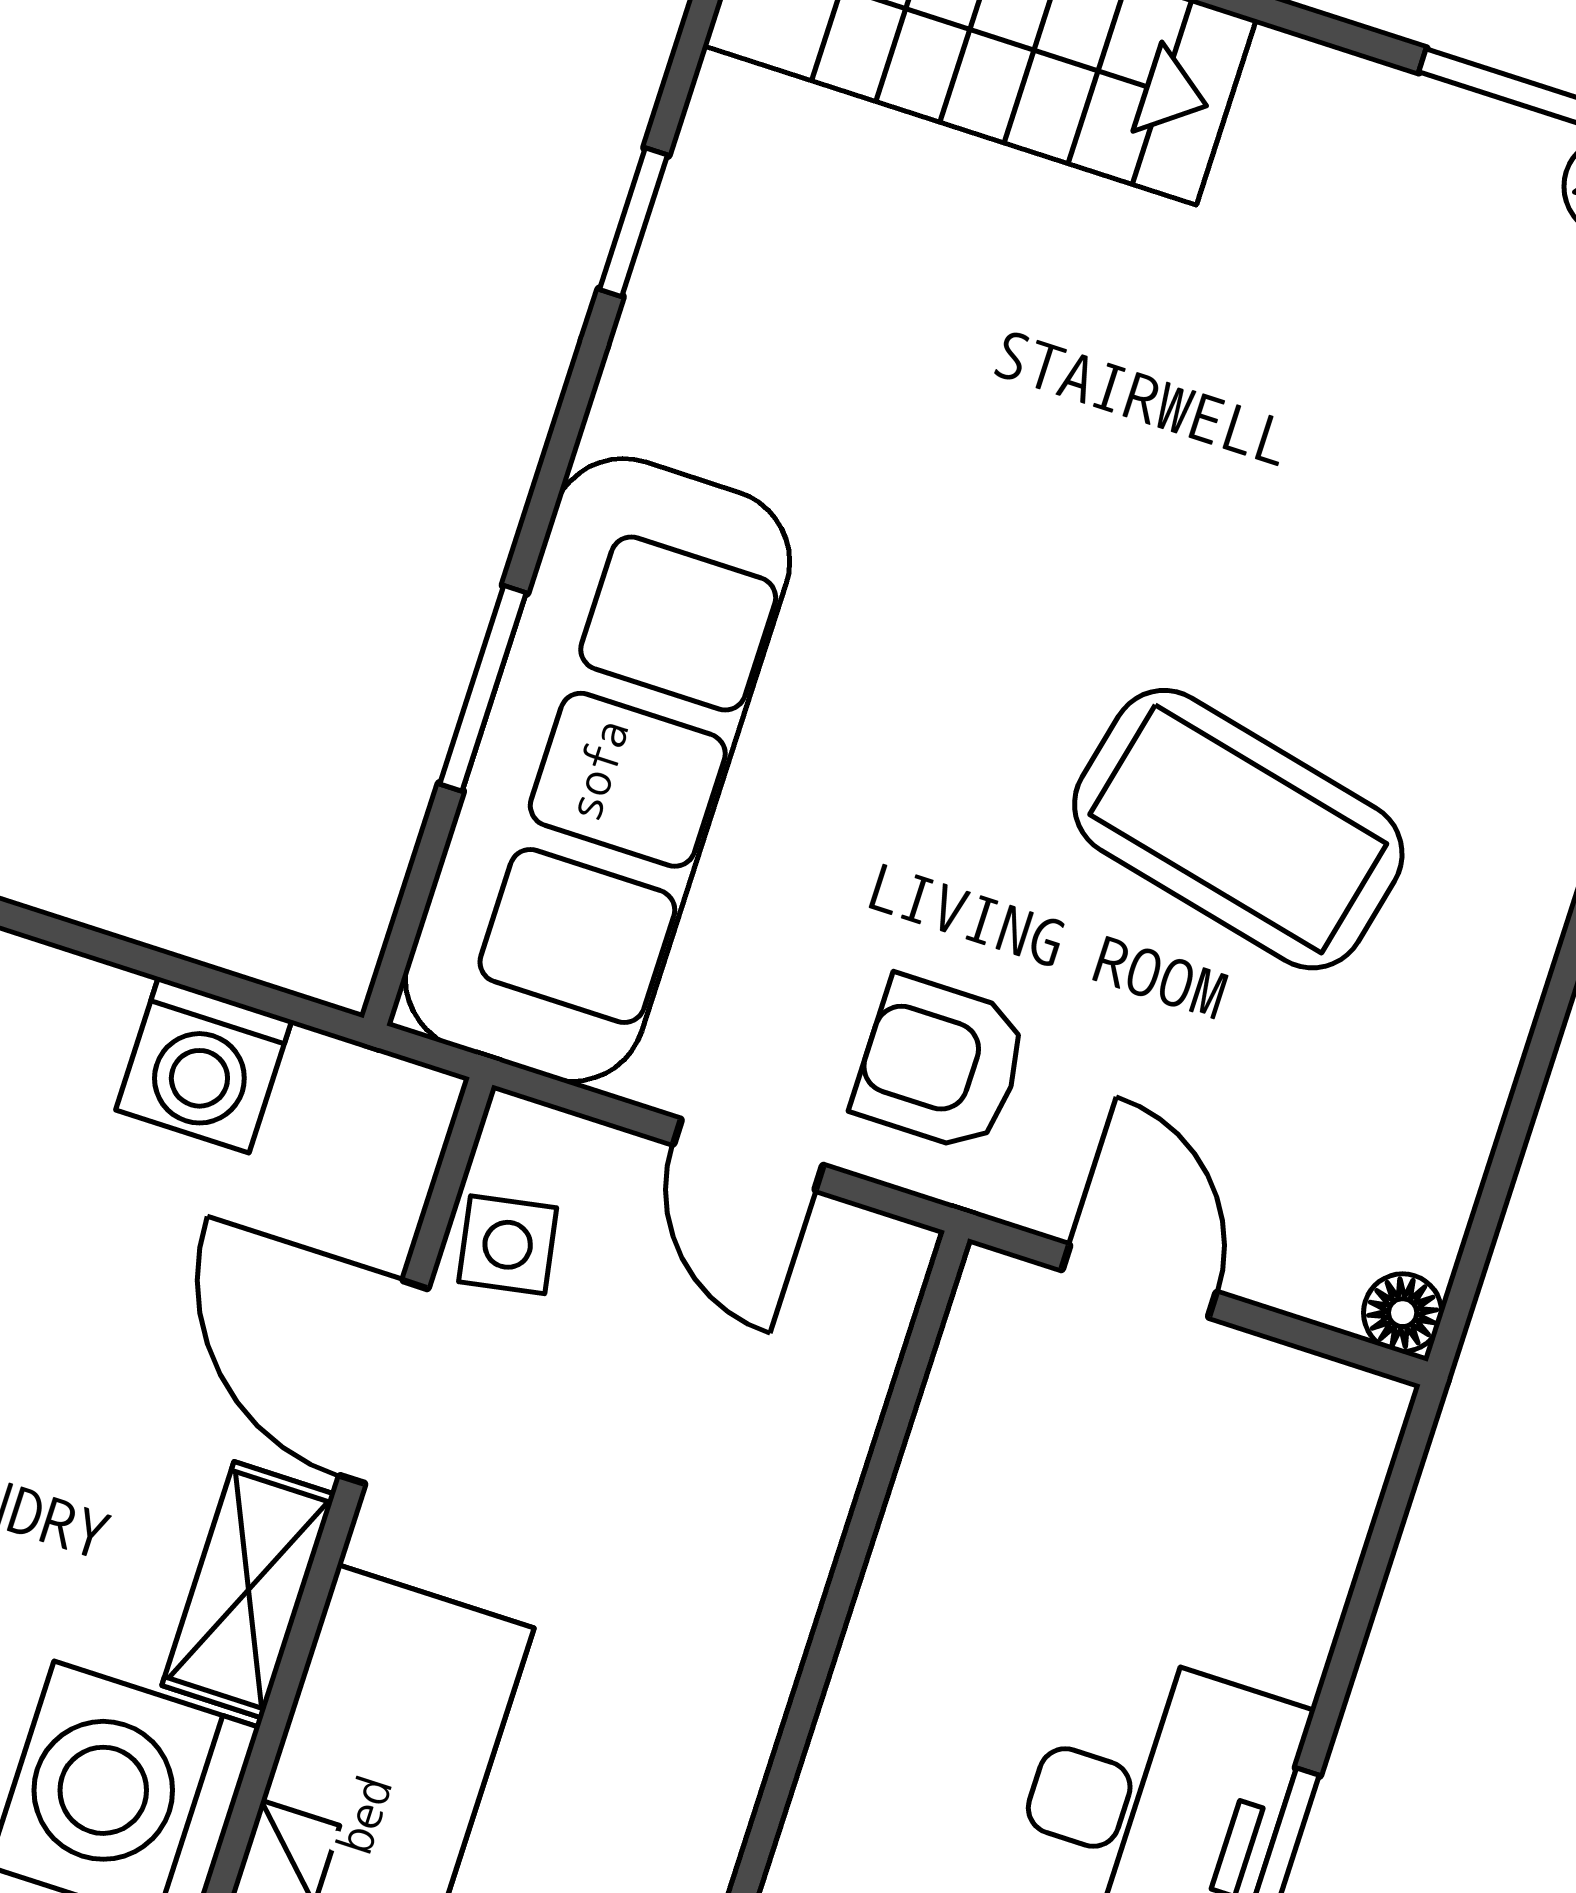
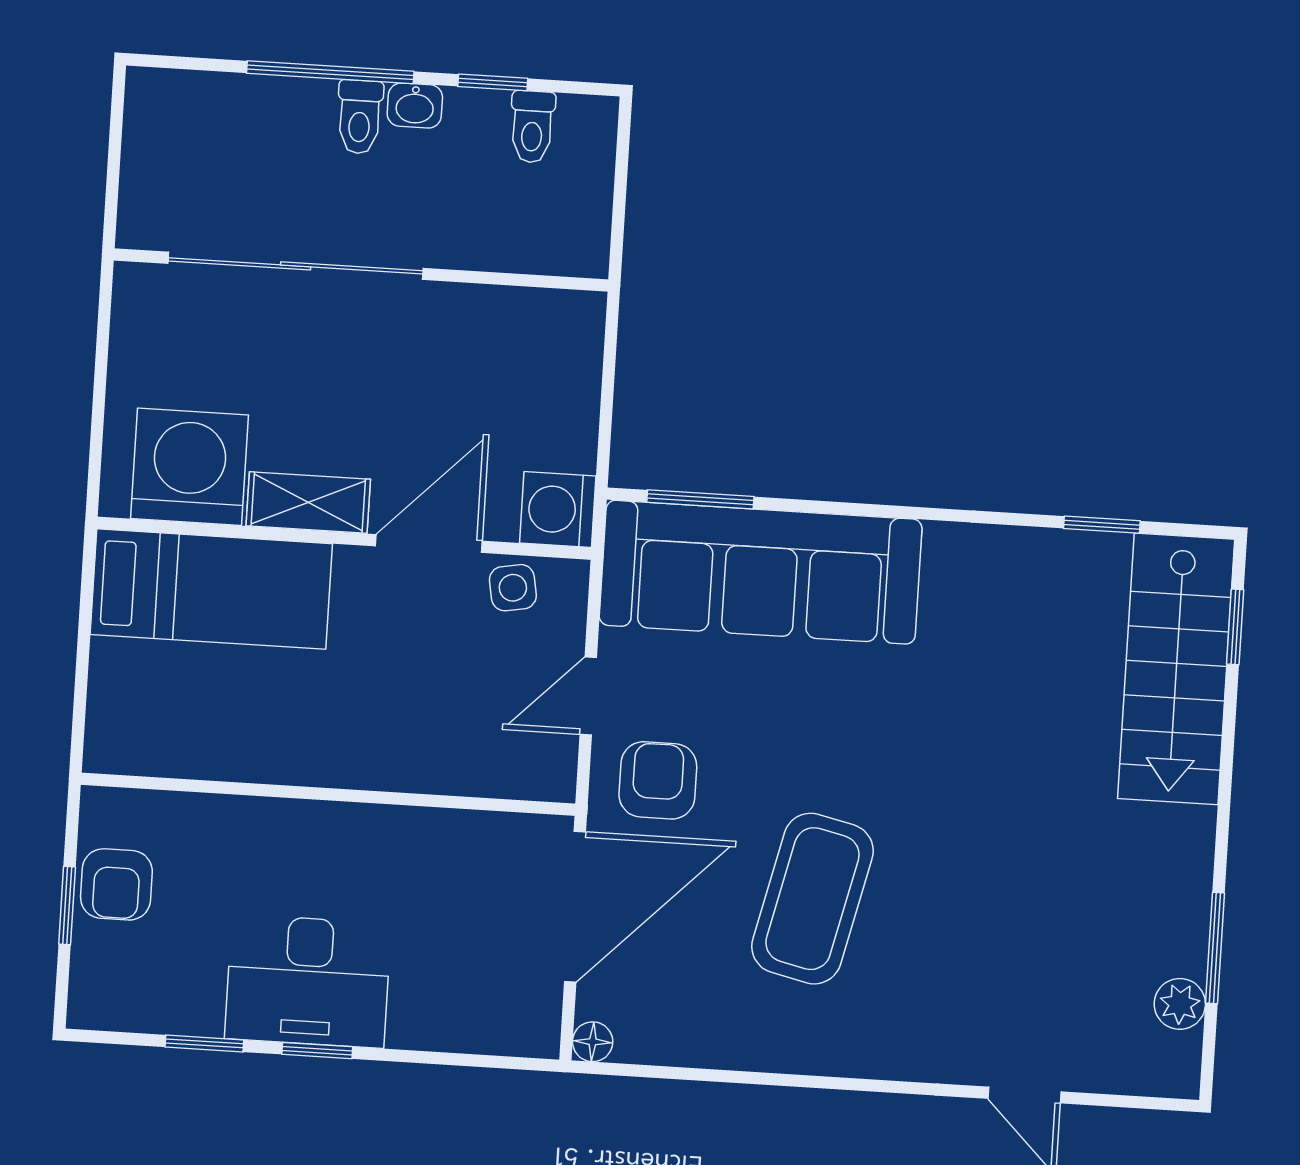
window: (633, 222) -> (1102, 525), moved
window: (483, 688) -> (700, 499), moved
washing machine: (204, 1065) -> (558, 509), moved
door: (1139, 1281) -> (575, 907), width x1.88

